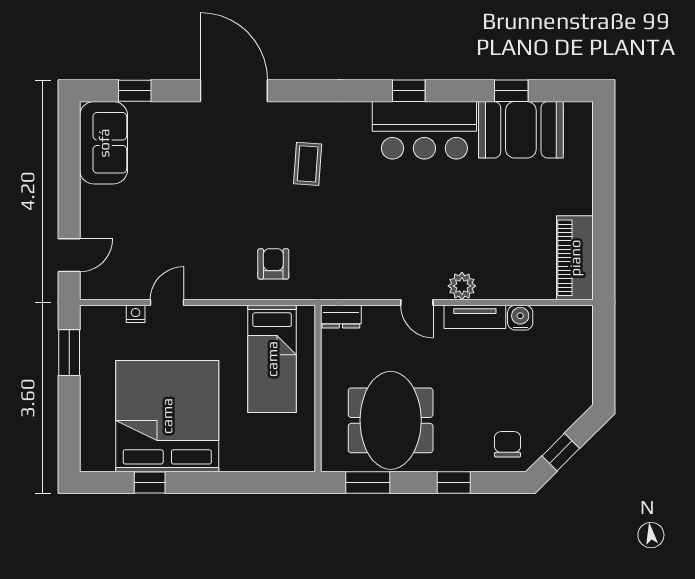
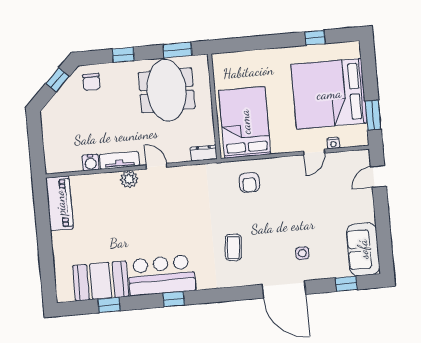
side table: (200, 145) -> (302, 253), added
bed: (272, 359) -> (245, 122), width x1.50
bed: (167, 416) -> (329, 94), moved, turned 90

